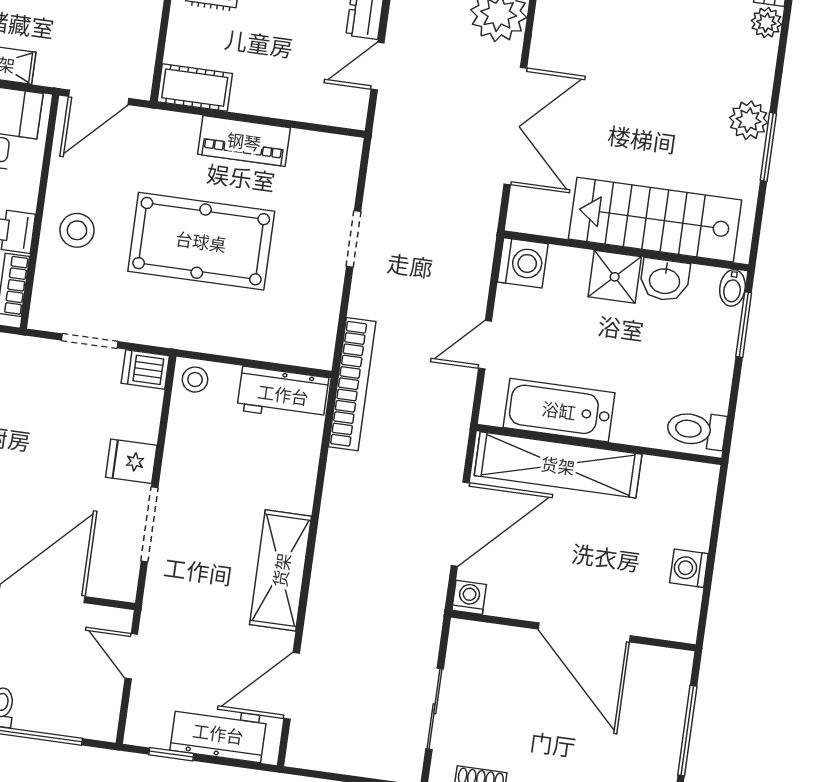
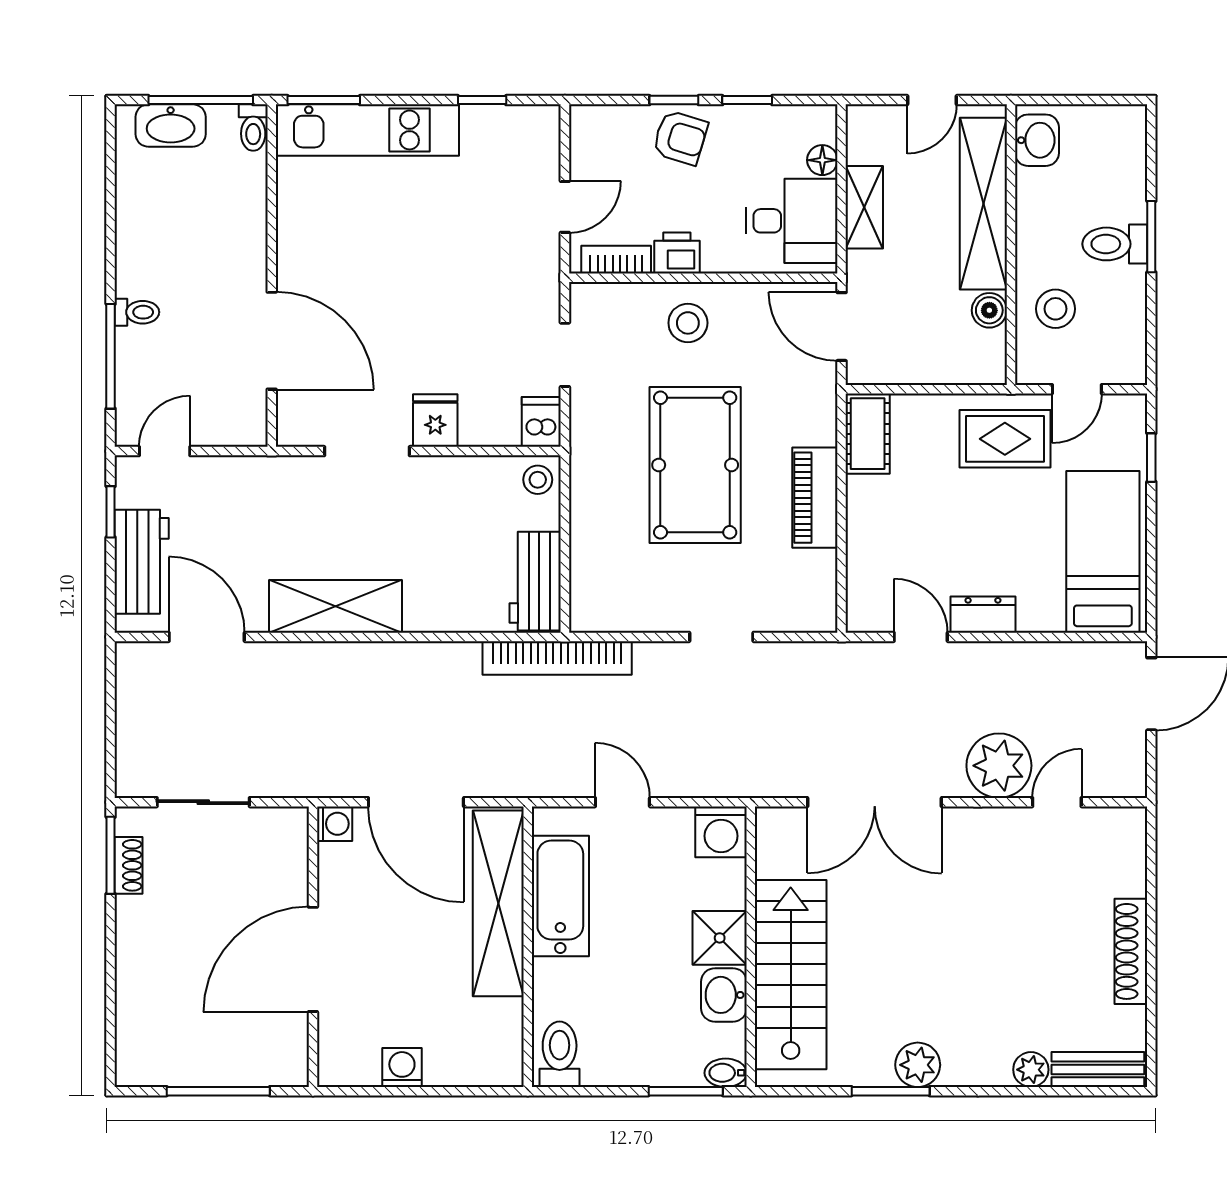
door: (131, 656) -> (165, 451), moved

